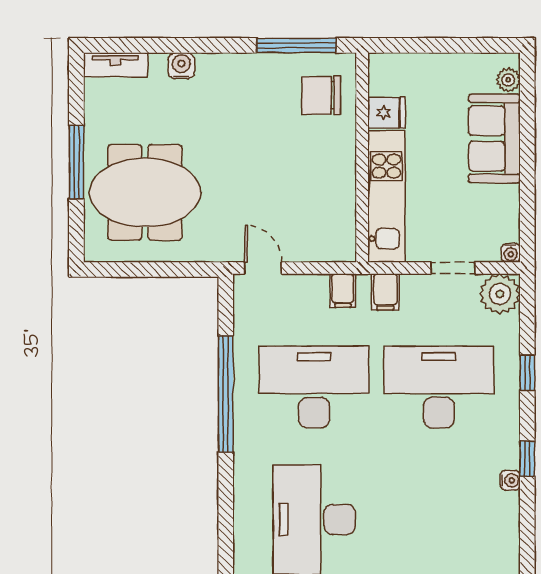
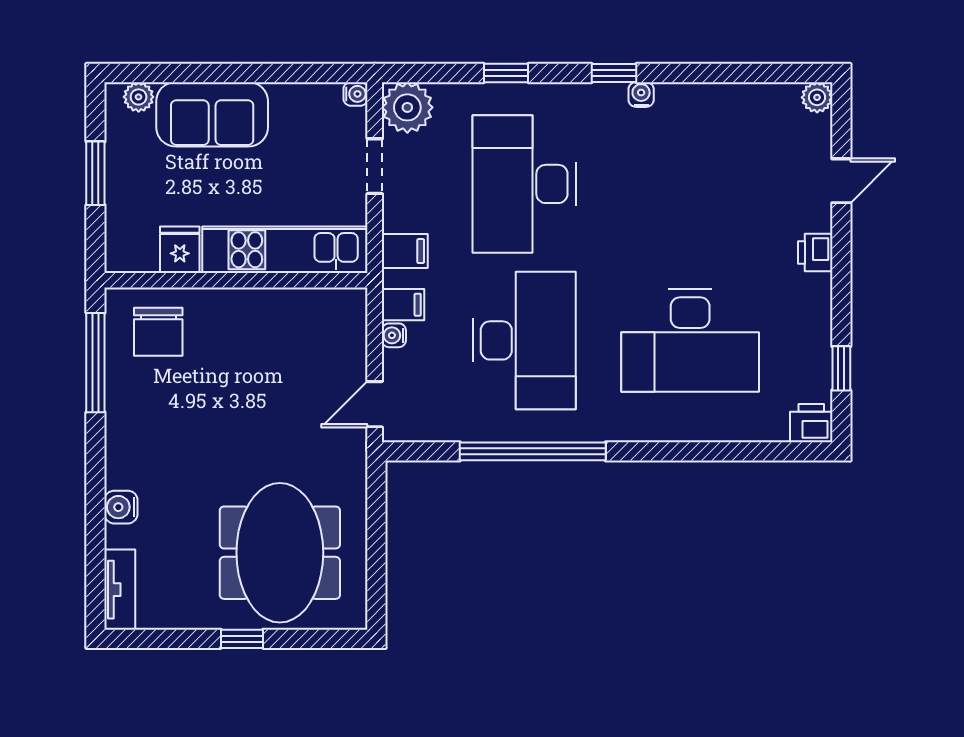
window: (447, 45) -> (95, 173), added
window: (76, 162) -> (242, 639), width x0.46
water cooler: (318, 283) -> (394, 335), added
desk: (314, 387) -> (524, 340), turned 180

